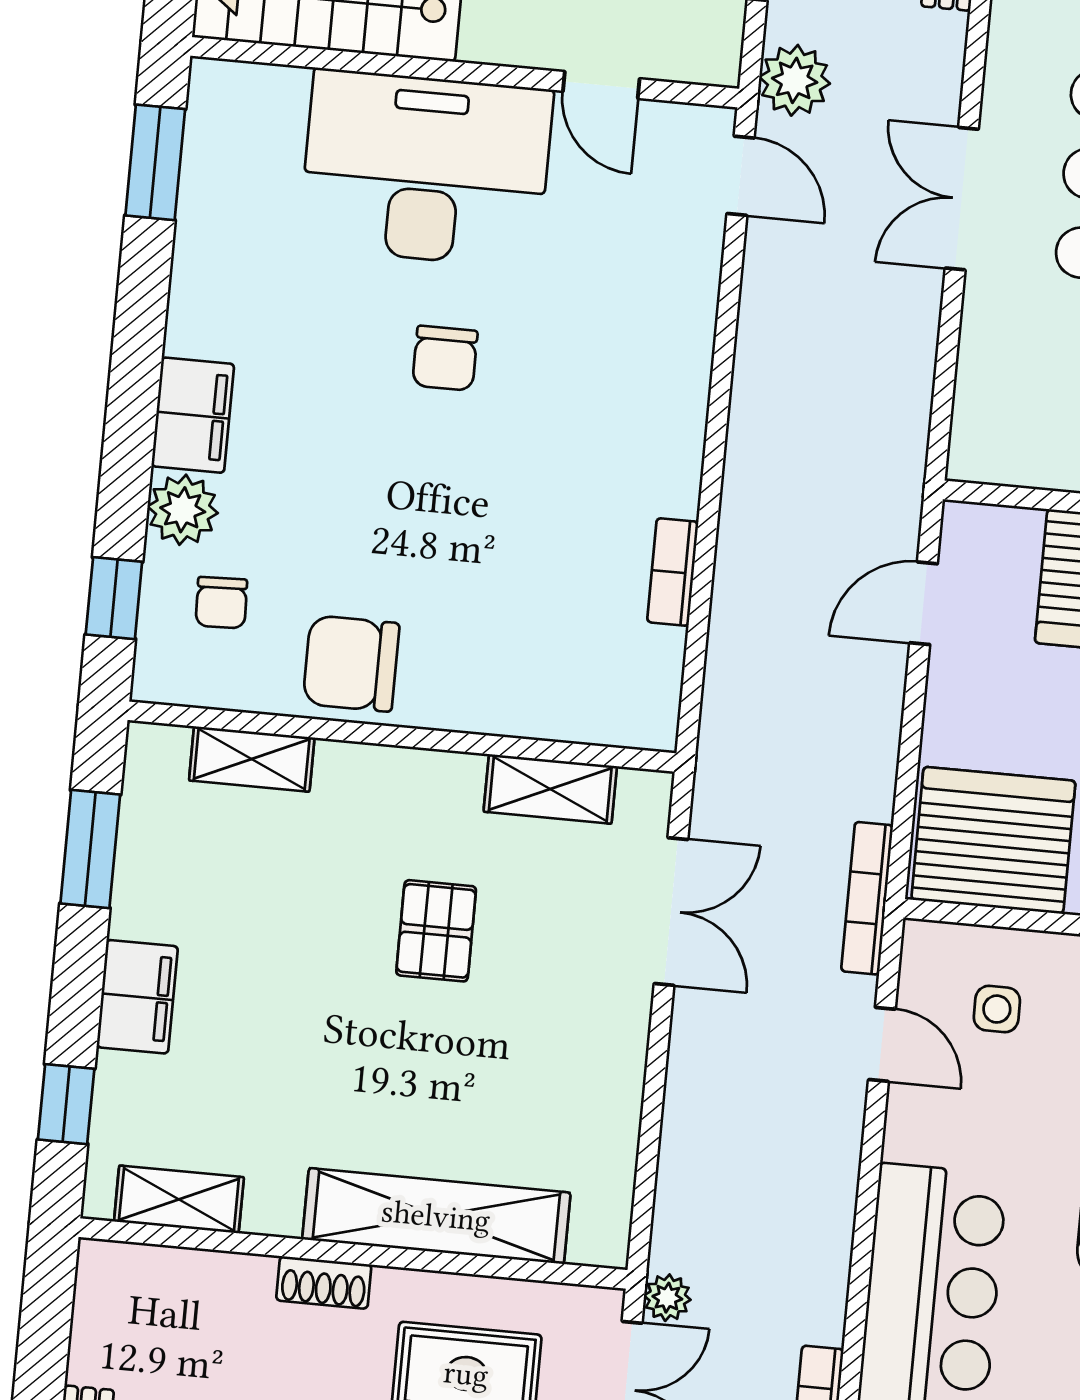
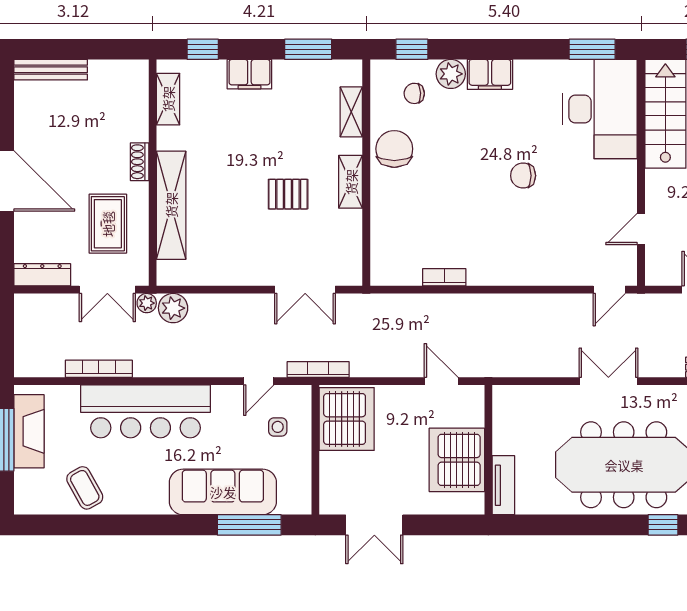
plant: (795, 80) -> (173, 308), moved
desk: (426, 169) -> (600, 109), moved
shelving: (550, 789) -> (351, 182), moved

